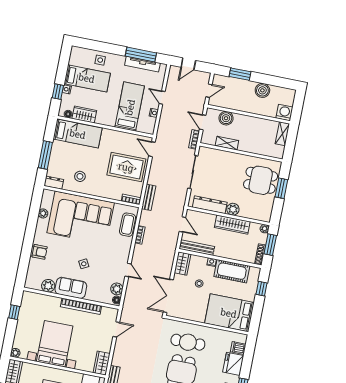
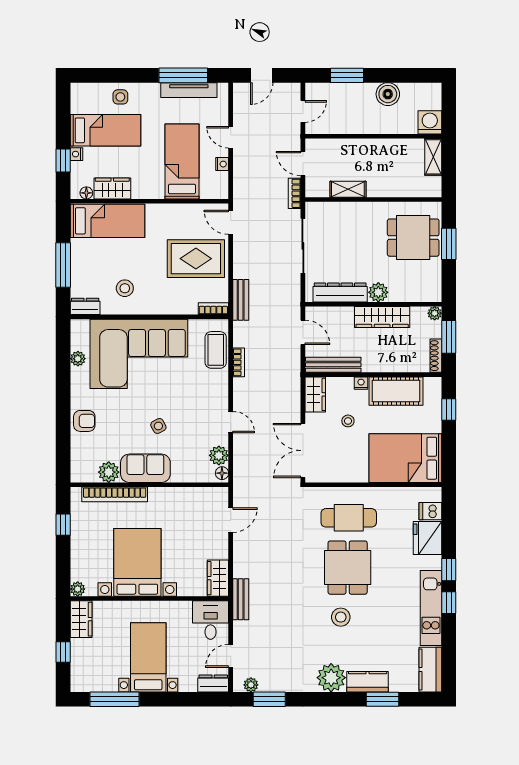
boiler: (226, 118) -> (339, 150), removed
bookcase: (81, 306) -> (115, 494), moved

